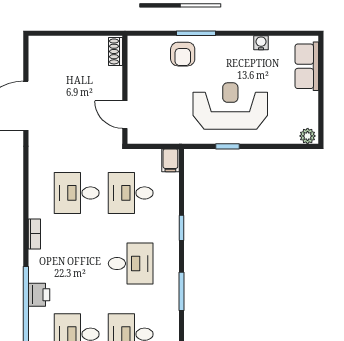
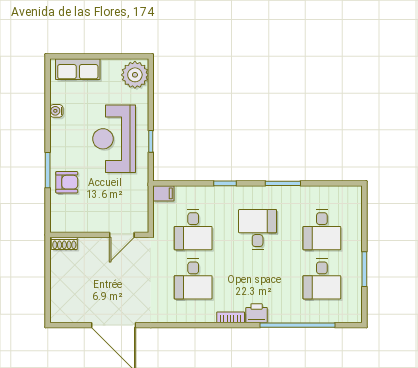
plant: (308, 136) -> (135, 75), width x1.88, depth x1.88
printer: (39, 295) -> (257, 313), moved

